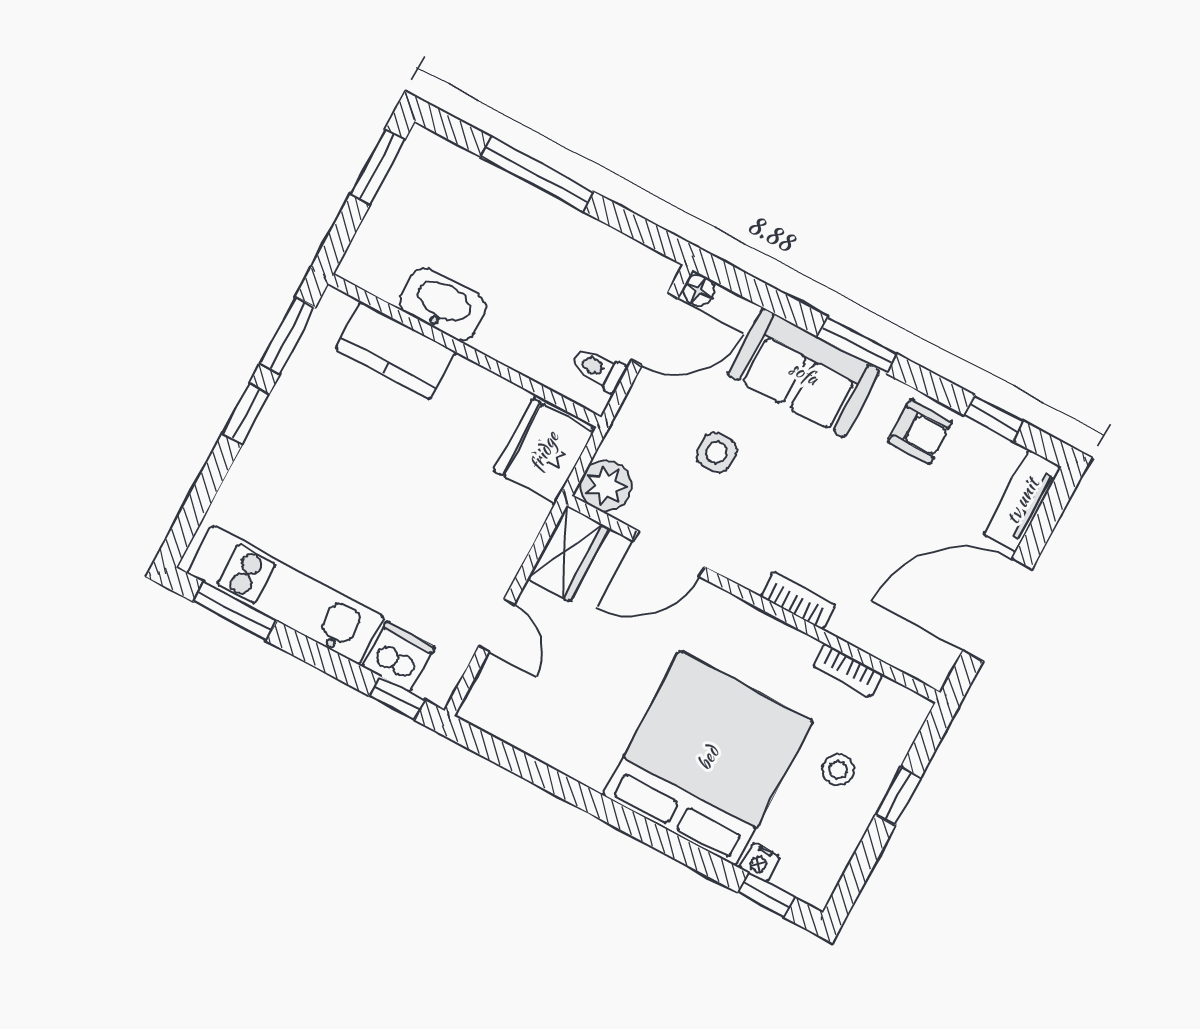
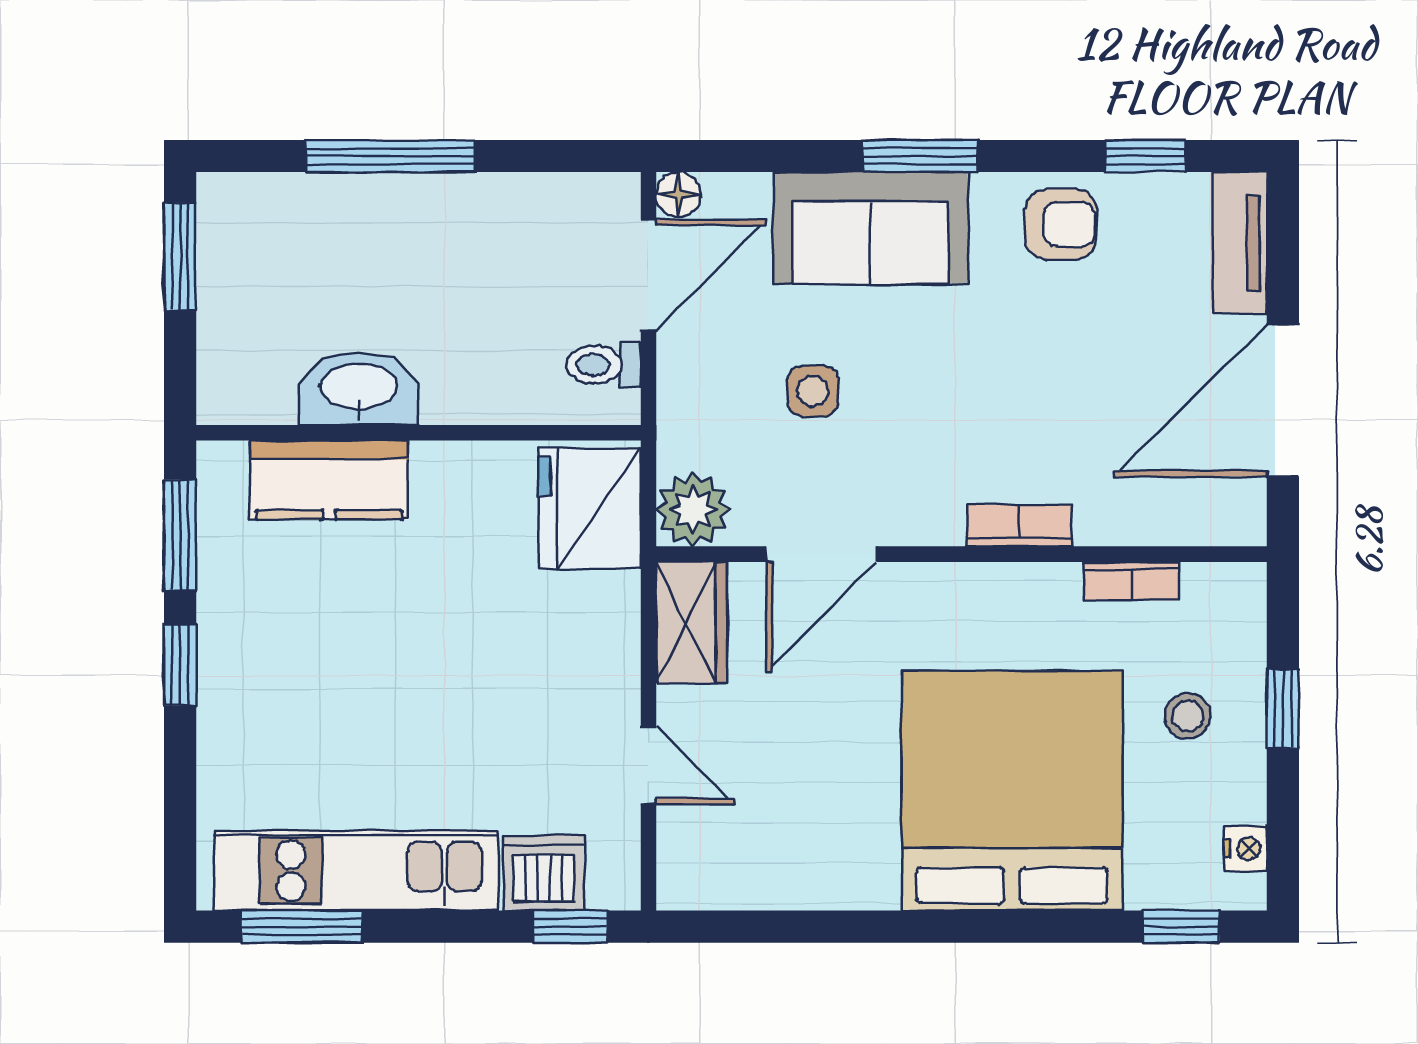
nightstand: (760, 862) -> (1245, 848), moved, turned -90

